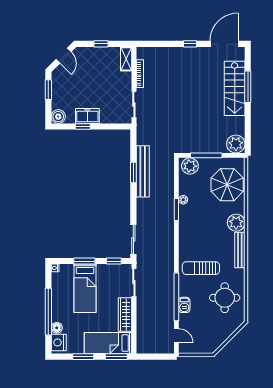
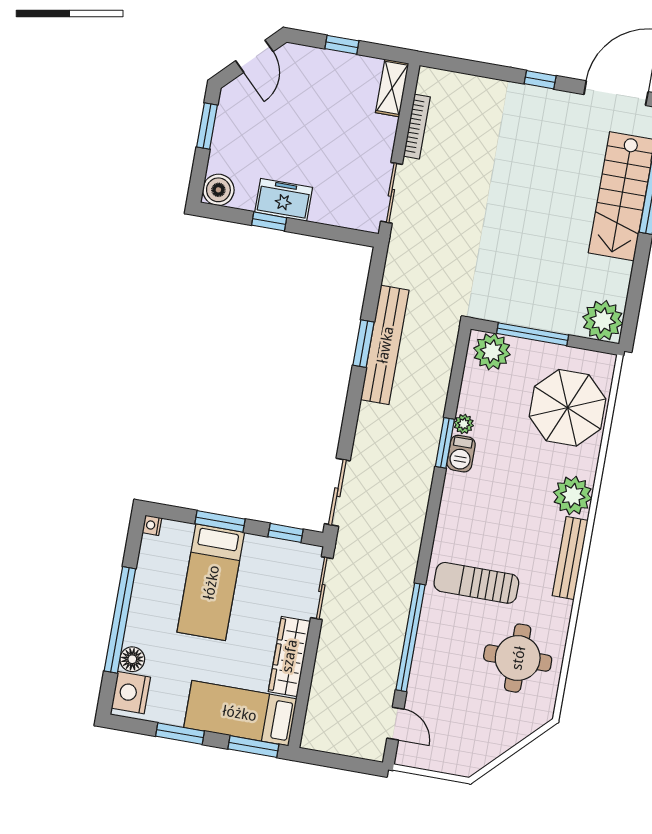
barbecue: (184, 305) -> (461, 454), moved

